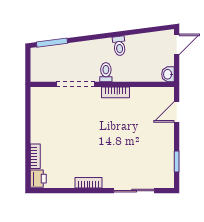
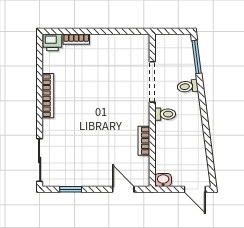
toilet: (119, 46) -> (188, 86), moved
bookcase: (116, 92) -> (144, 141), moved
bookcase: (89, 183) -> (48, 96), width x1.56
sliding door: (134, 191) -> (40, 160), moved

